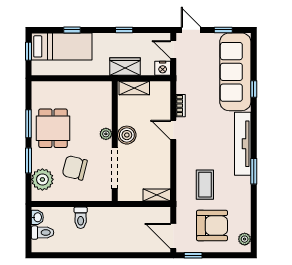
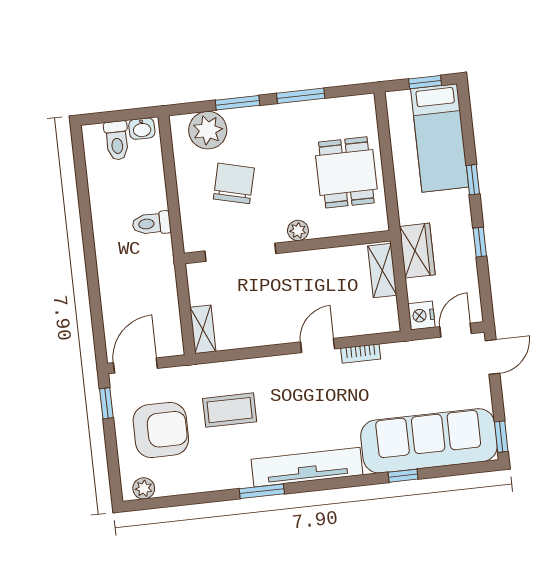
window: (72, 30) -> (473, 180), moved
window: (223, 30) -> (501, 437), moved
dining table: (53, 128) -> (346, 172), moved, turned 90
boiler: (127, 135) -> (300, 267), removed
toilet: (81, 218) -> (152, 223), moved
armchair: (212, 226) -> (161, 430), turned -90

